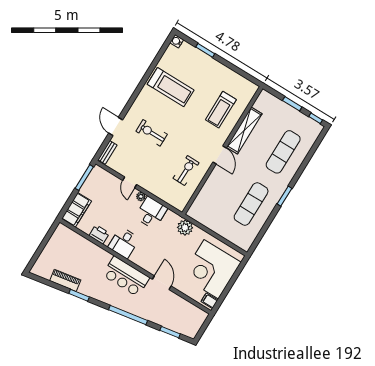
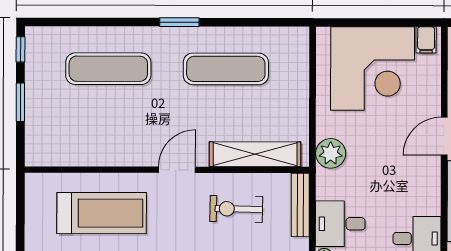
treadmill: (221, 110) -> (102, 213), width x1.37, depth x1.38
shelving: (244, 130) -> (255, 154), moved
bench: (170, 200) -> (300, 205), added

